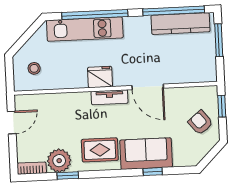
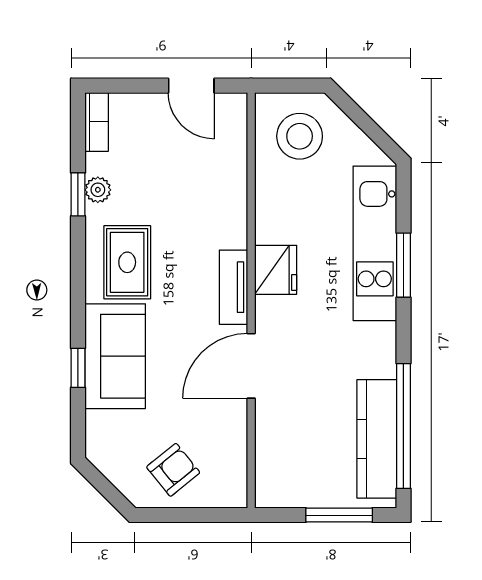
window: (95, 14) -> (403, 265), width x0.47
stool: (34, 68) -> (300, 136), width x1.89, depth x1.89
window: (222, 106) -> (205, 515), removed
plant: (59, 161) -> (98, 190), width x0.53, depth x0.53

